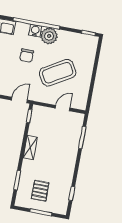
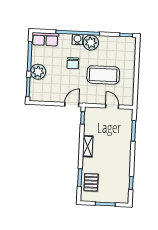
coffee table: (58, 73) -> (103, 75), turned 30
door: (63, 108) -> (112, 106), hinge flipped
pallet: (40, 191) -> (91, 182), moved

